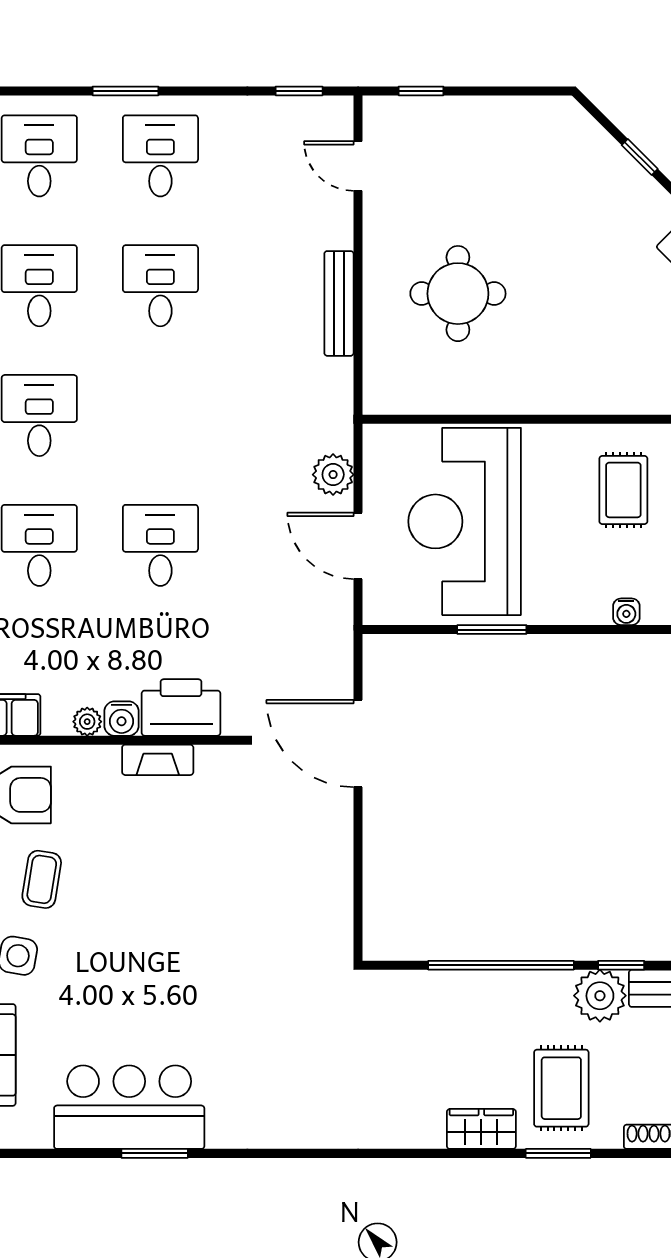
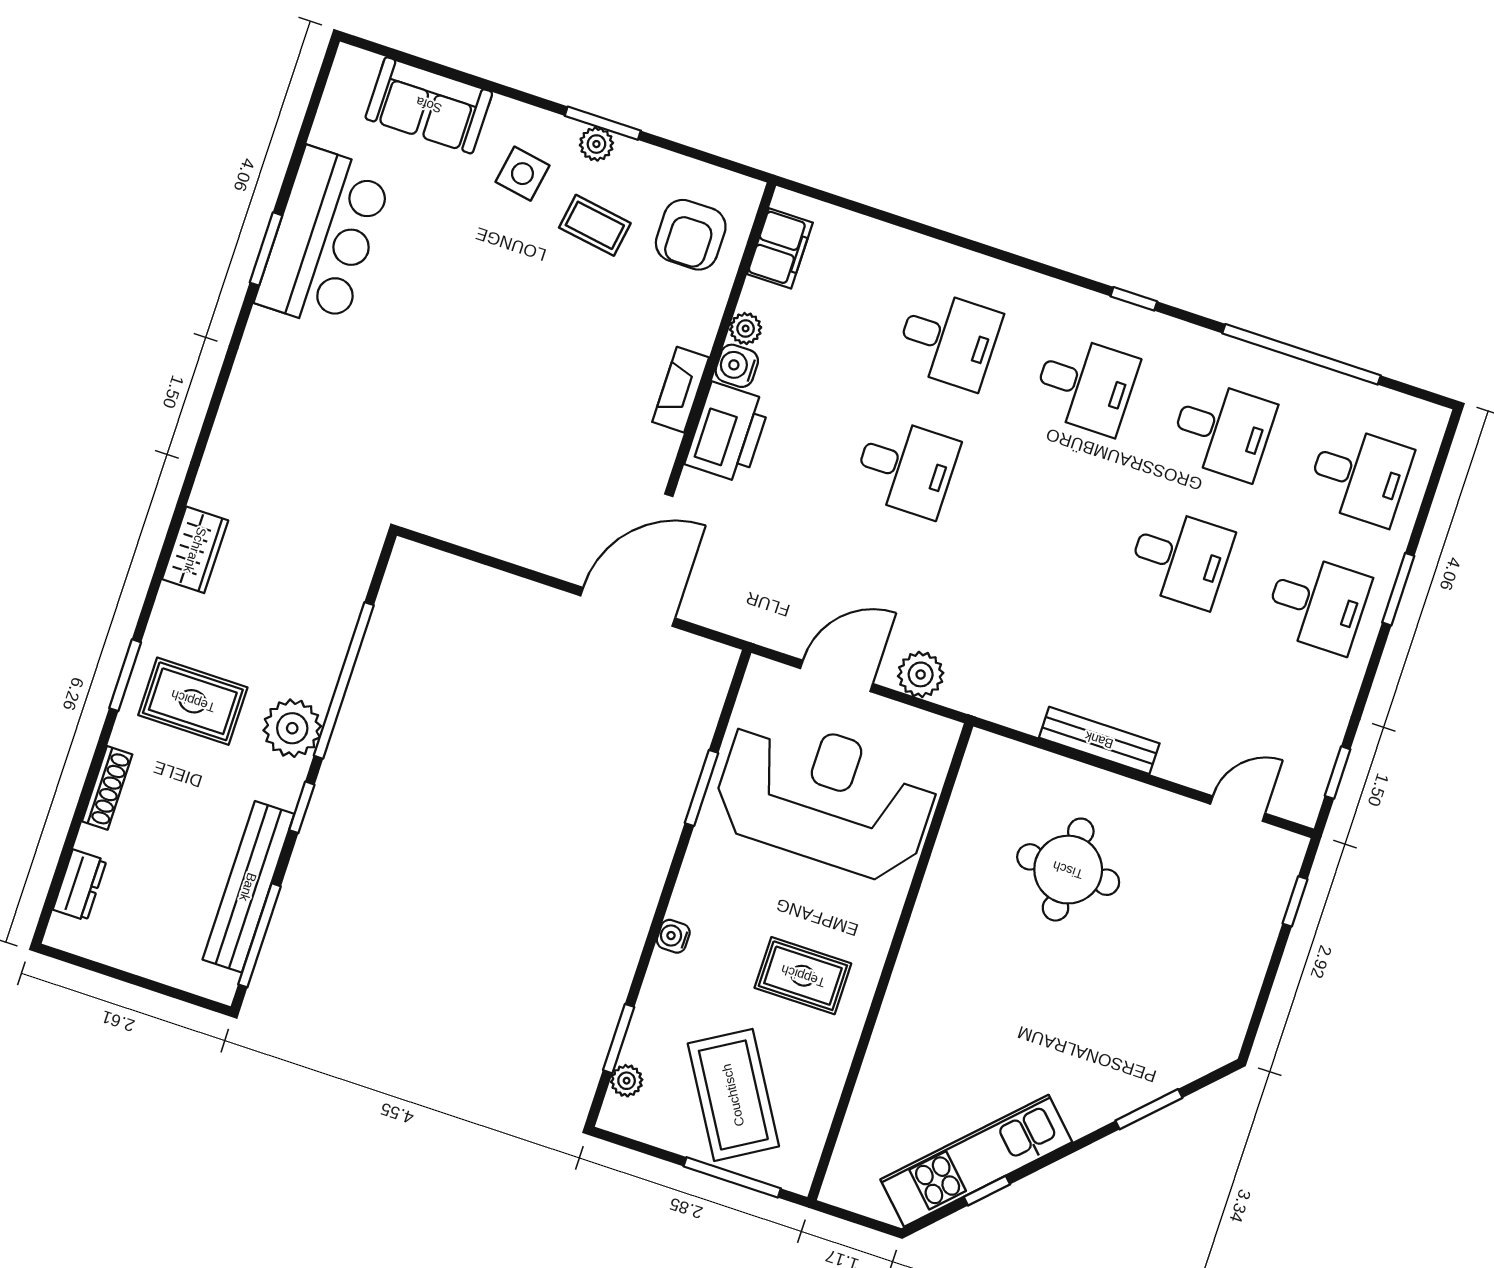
window: (640, 157) -> (1149, 1109), width x1.50
plant: (600, 996) -> (292, 728), moved
wardrobe: (481, 1129) -> (195, 550), moved

